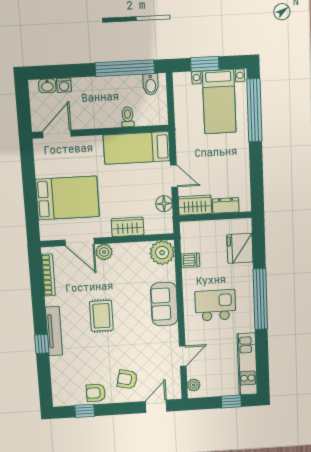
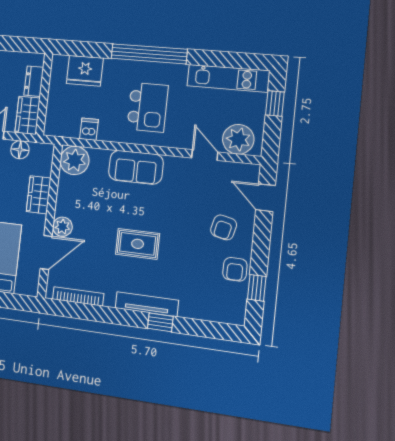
kitchen island: (215, 305) -> (148, 107), turned 180
plant: (194, 385) -> (238, 139), width x1.87, depth x1.87

